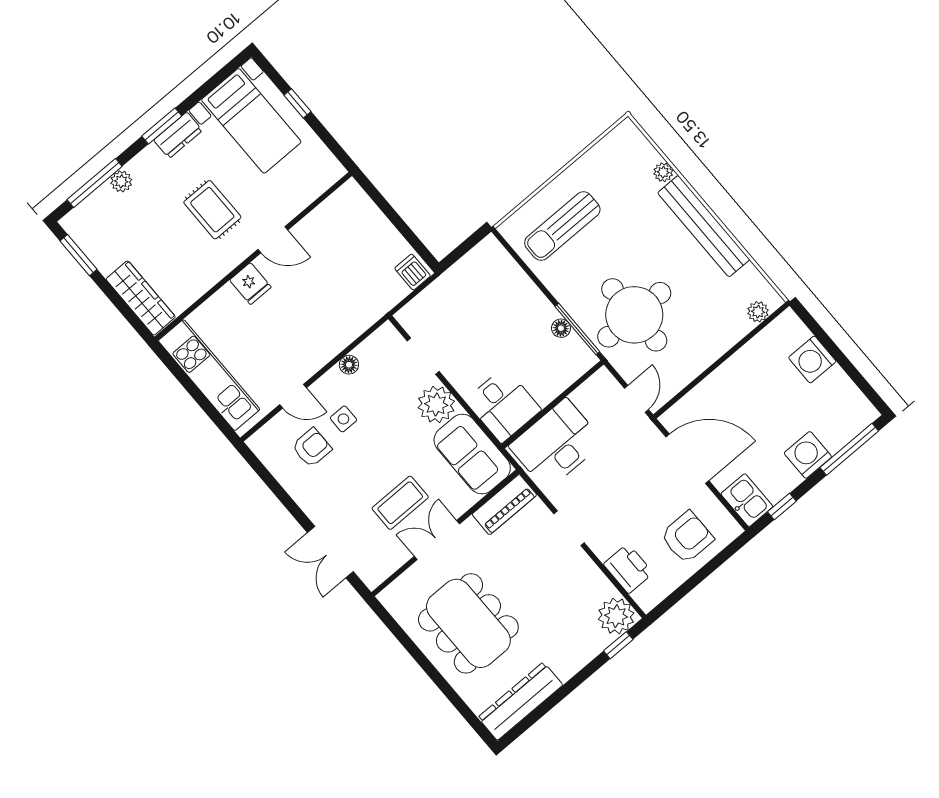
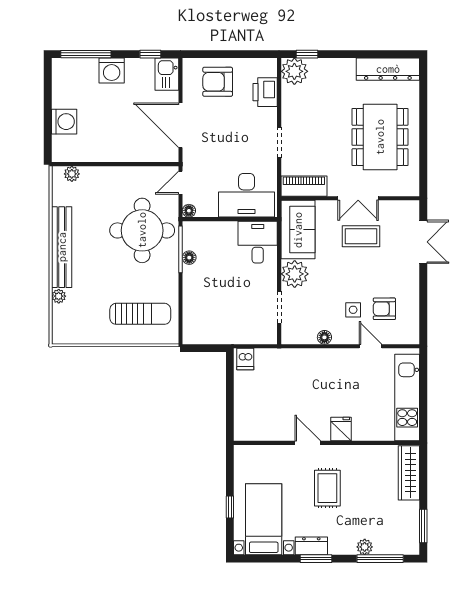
floor lamp: (603, 377) -> (189, 211), added

